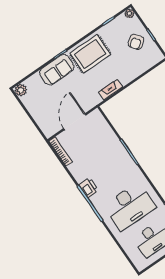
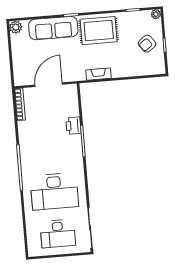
sofa: (57, 70) -> (53, 28), width x1.36
printer: (89, 188) -> (73, 126), moved, turned 180

